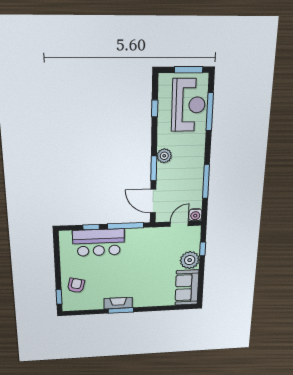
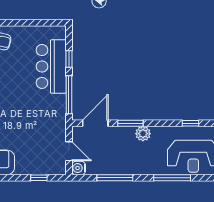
window: (210, 112) -> (172, 178), moved
plant: (190, 260) -> (26, 164), removed

